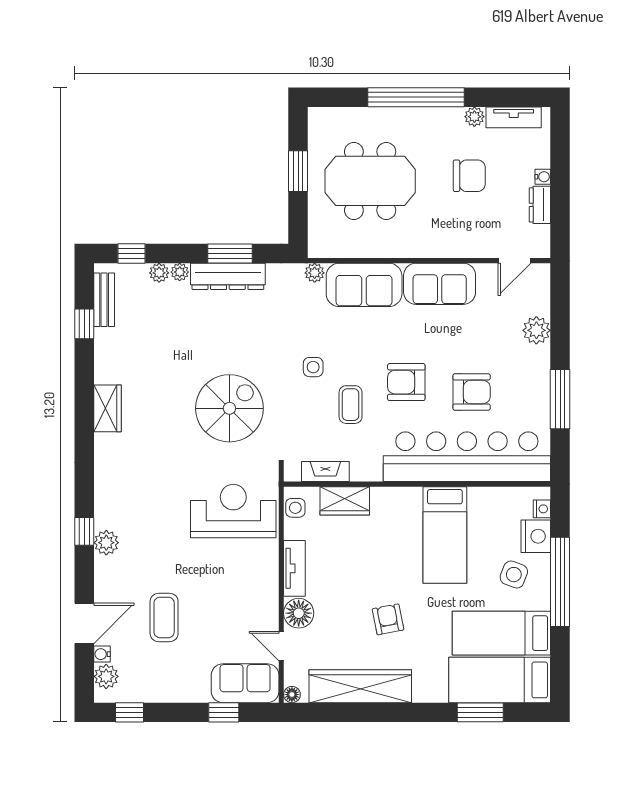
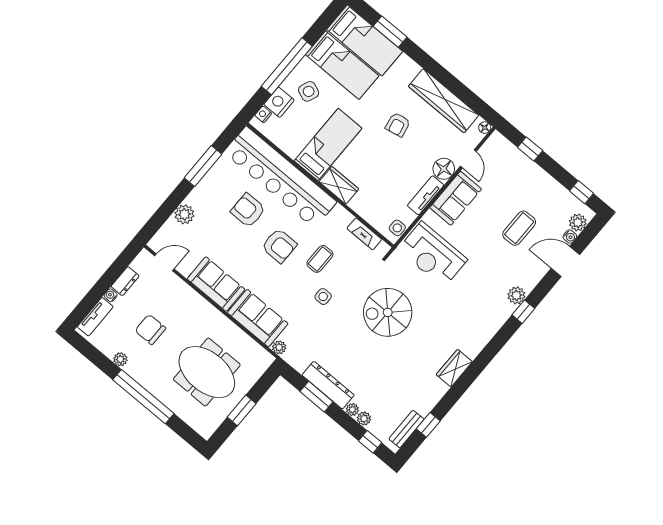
tv unit: (514, 117) -> (95, 317), moved, turned 90
wardrobe: (345, 501) -> (339, 185), moved
sofa: (245, 683) -> (456, 198), moved, turned -90

